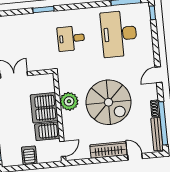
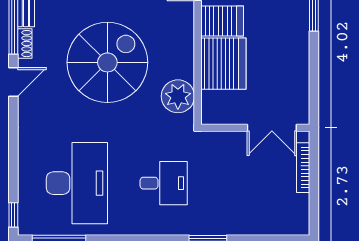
door: (158, 75) -> (13, 82), moved
plant: (69, 101) -> (178, 96), moved
spiral stairs: (108, 102) -> (107, 62), turned 90

